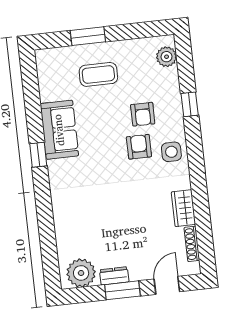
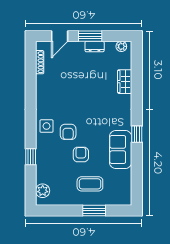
armchair: (143, 114) -> (81, 154), moved
wardrobe: (183, 208) -> (125, 82), moved, turned 180
plant: (81, 273) -> (121, 46), width x0.53, depth x0.53

